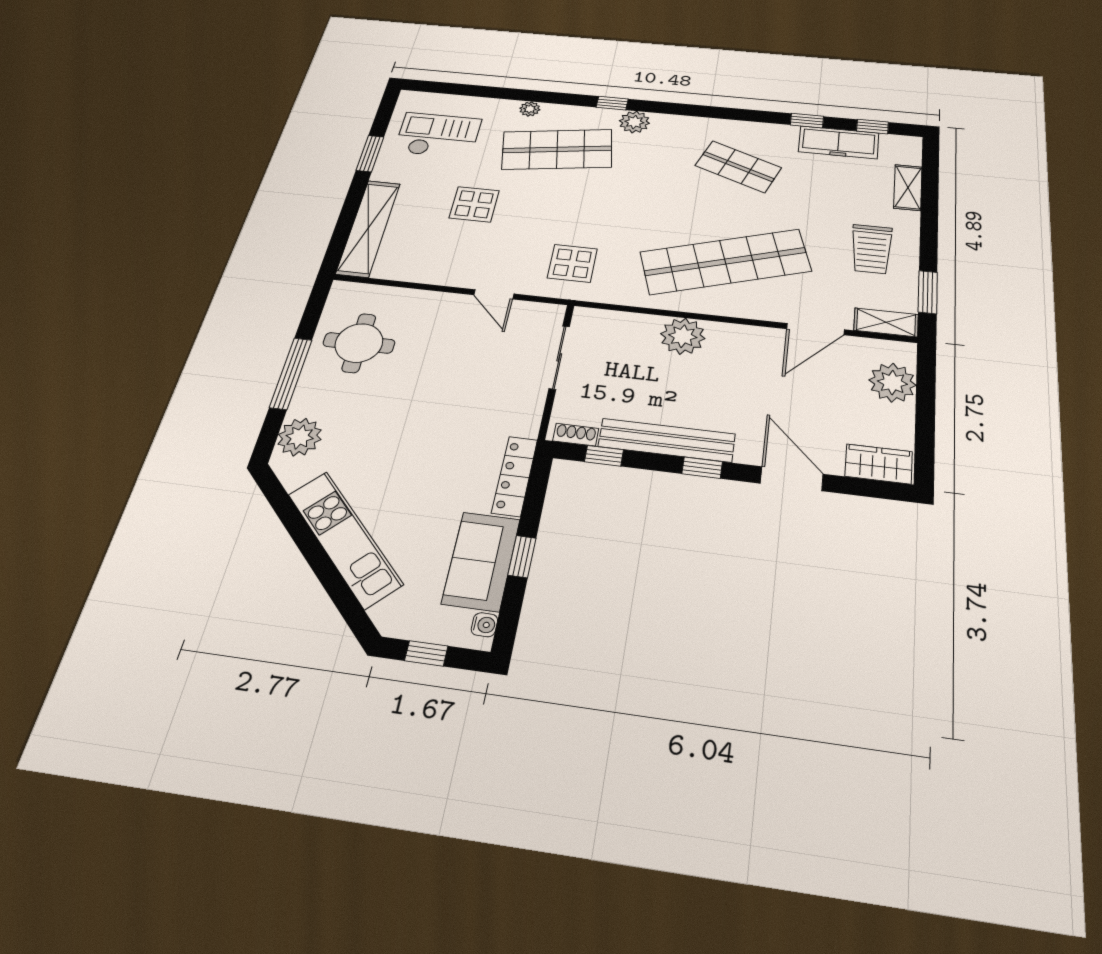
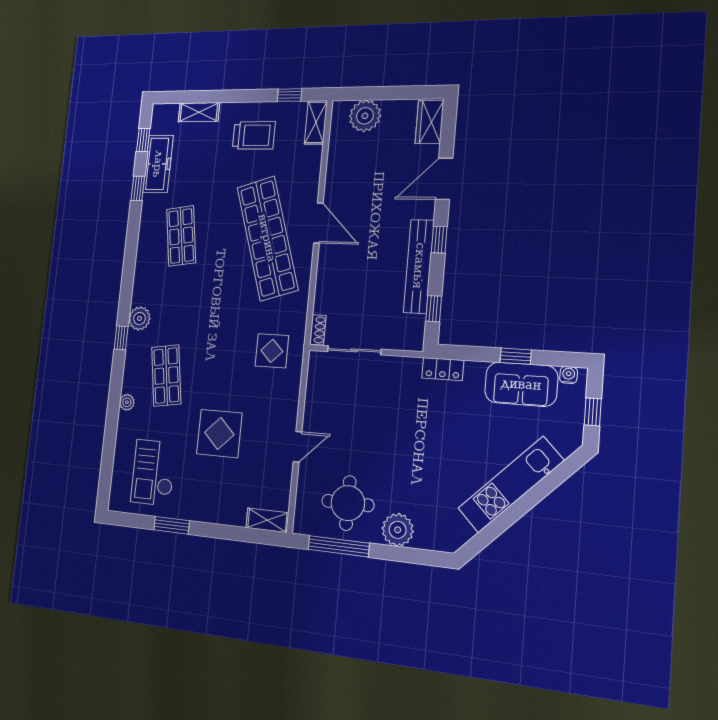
shop shelf: (557, 149) -> (166, 376), width x0.70, depth x0.74
shop shelf: (738, 167) -> (181, 236), turned -30
display table: (474, 204) -> (219, 434), width x1.36, depth x1.36
shelving: (368, 228) -> (267, 520), width x0.45, depth x0.75
window: (928, 292) -> (290, 95), width x0.67
door: (494, 294) -> (298, 447), moved
door: (815, 329) -> (318, 223), moved
plant: (683, 336) -> (333, 263), removed
window: (291, 373) -> (339, 546), moved
shoe rack: (576, 435) -> (318, 330), moved, turned 180
plant: (300, 437) -> (398, 530), moved
locker: (515, 476) -> (443, 369), width x0.66

